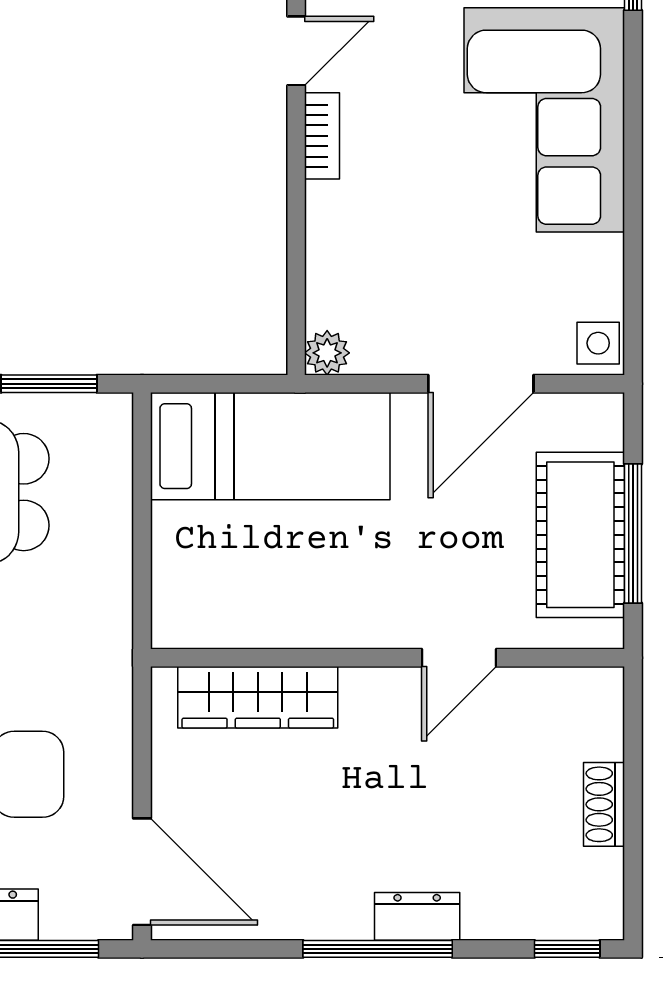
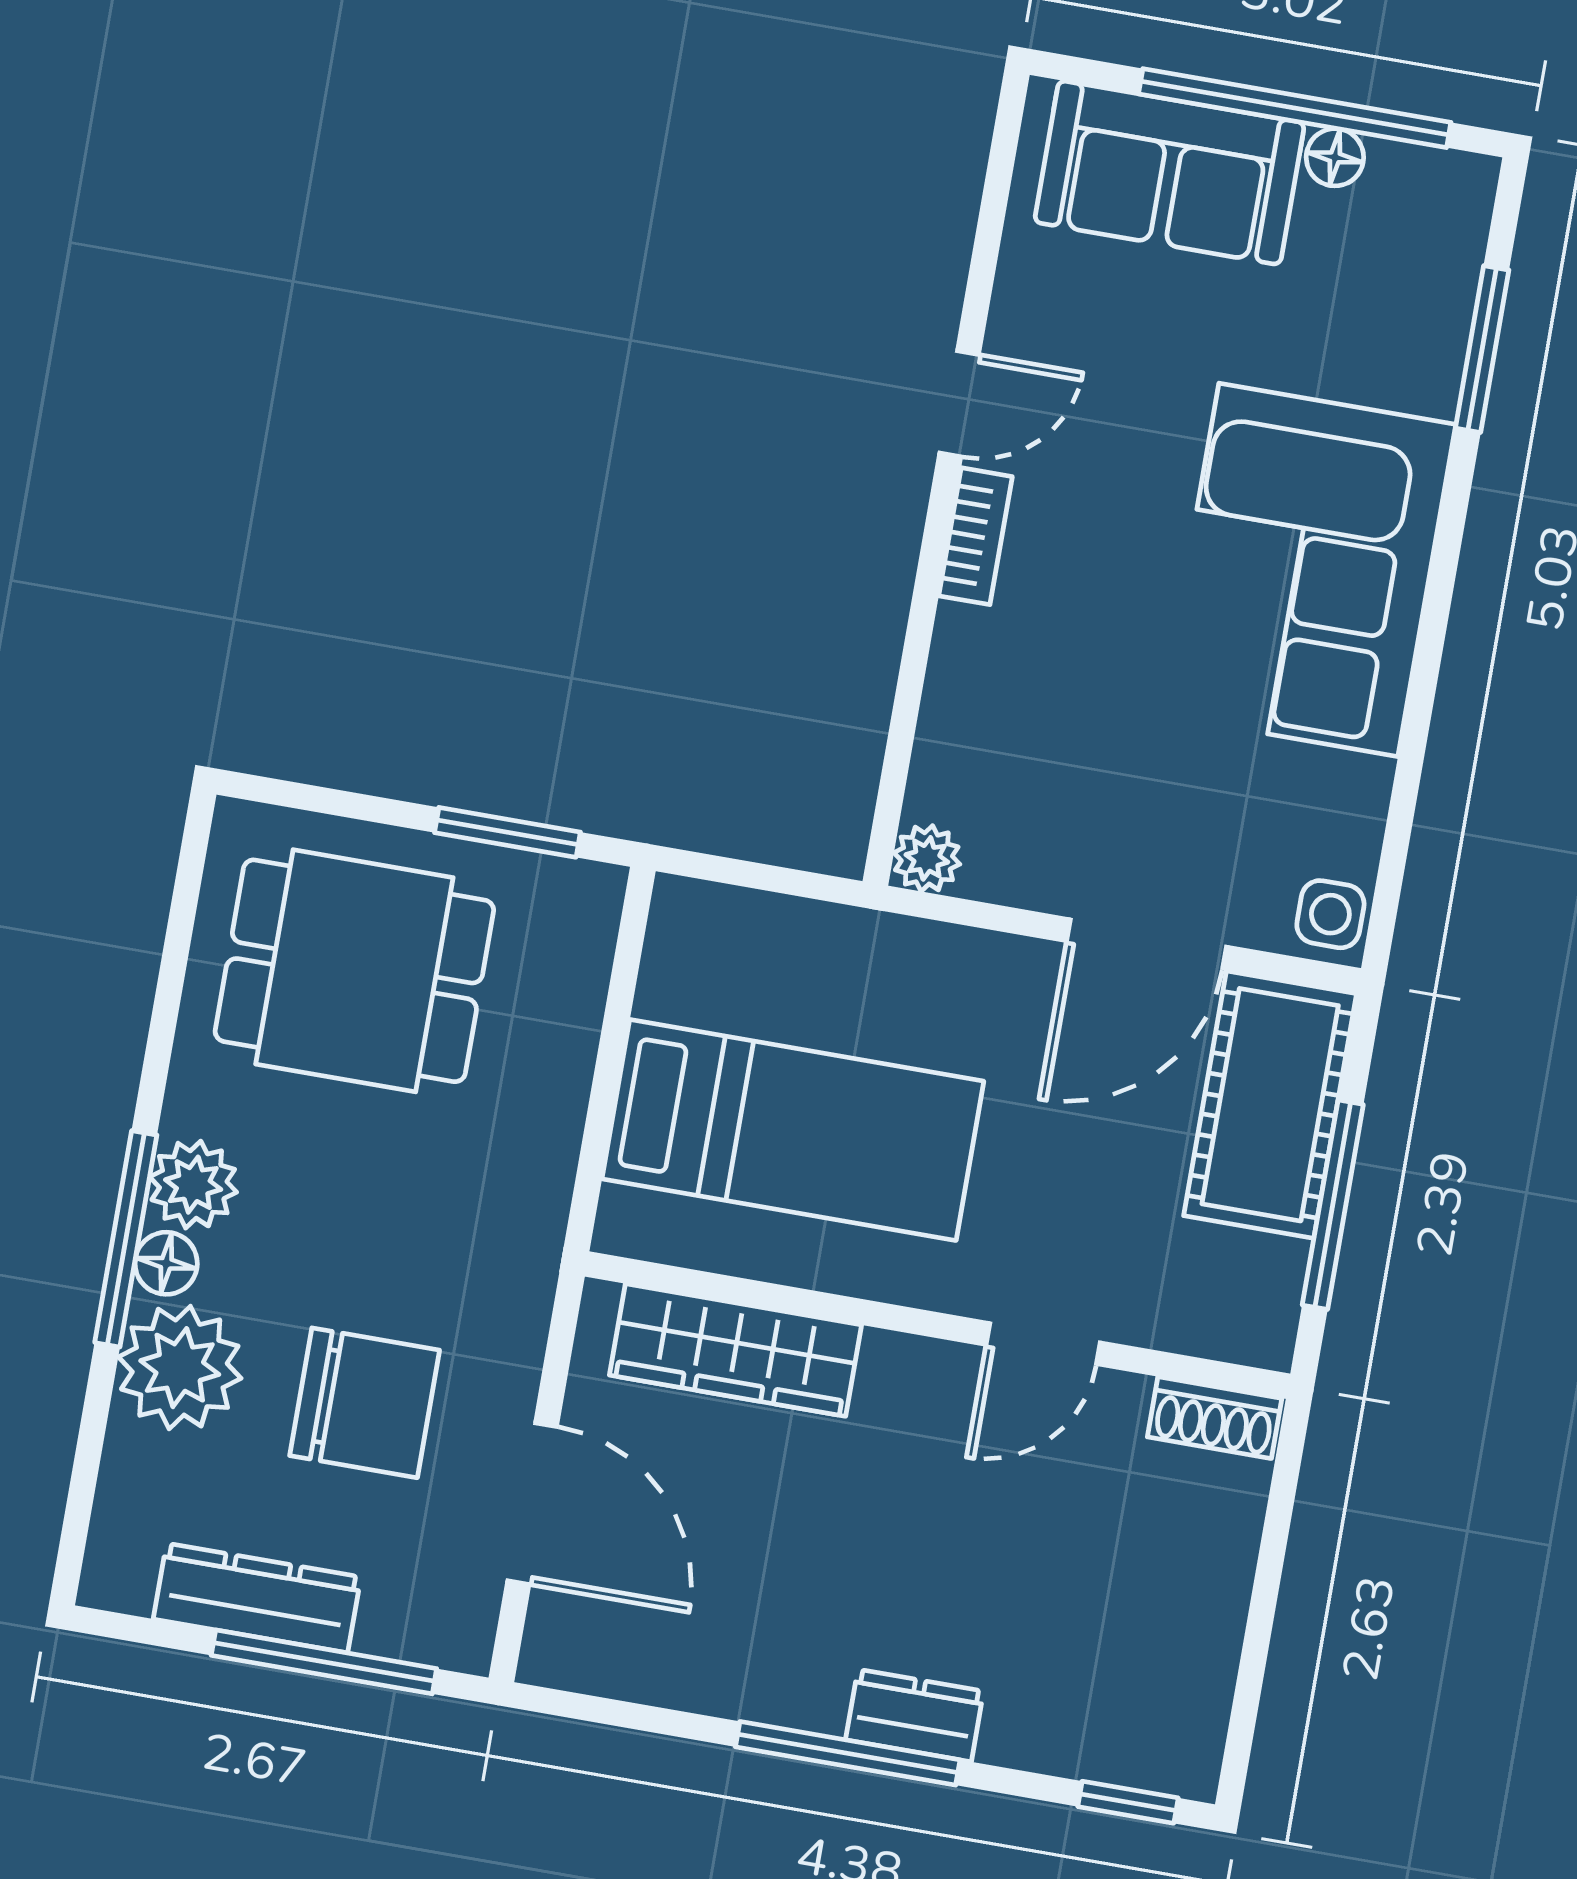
bed: (270, 446) -> (793, 1130), moved
cot: (580, 535) -> (1270, 1105), moved
shoe rack: (604, 804) -> (1215, 1418), moved, turned -90
door: (142, 872) -> (532, 1504), moved

